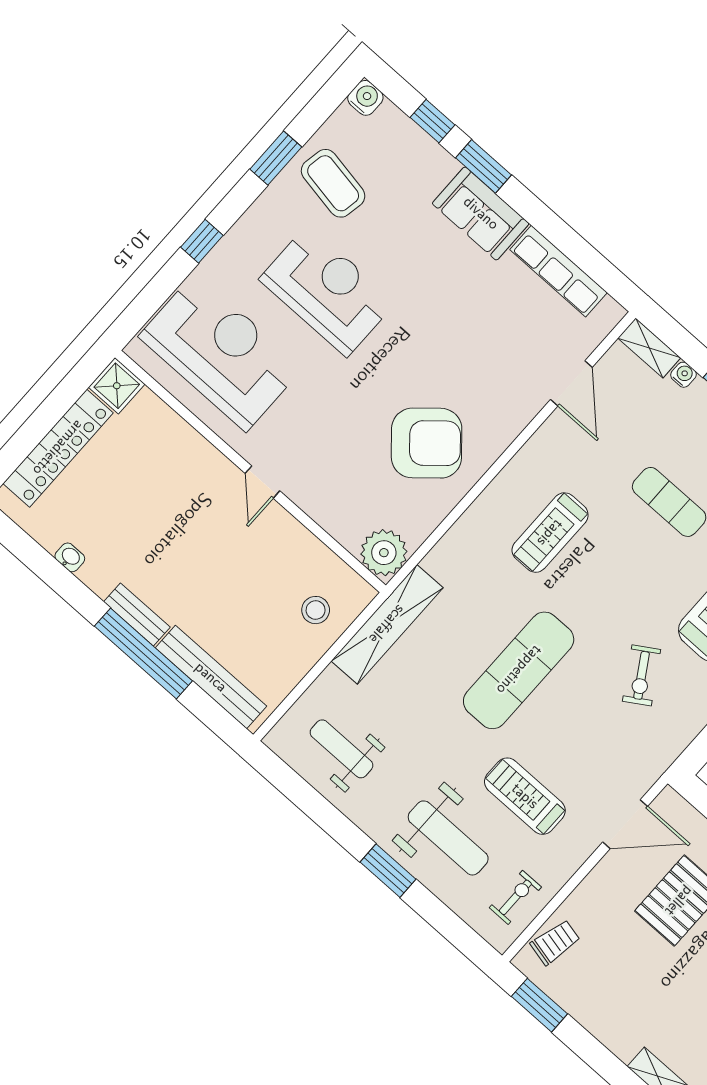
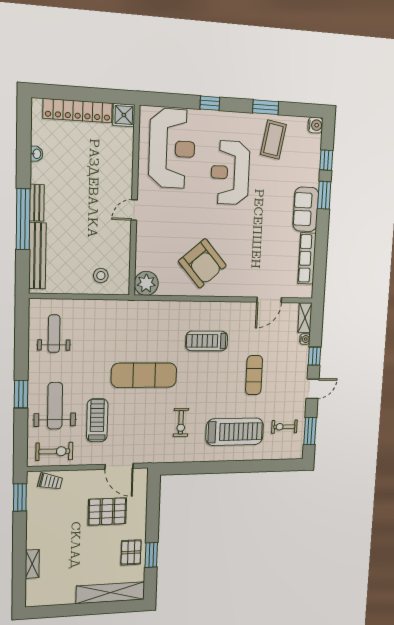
reception desk: (327, 291) -> (230, 173), turned 180
shelving: (387, 624) -> (119, 309), removed
exercise bike: (642, 675) -> (181, 422), turned -58
weight bench: (448, 838) -> (55, 406), turned 180
exercise bike: (515, 897) -> (54, 451), width x1.38, depth x1.39

